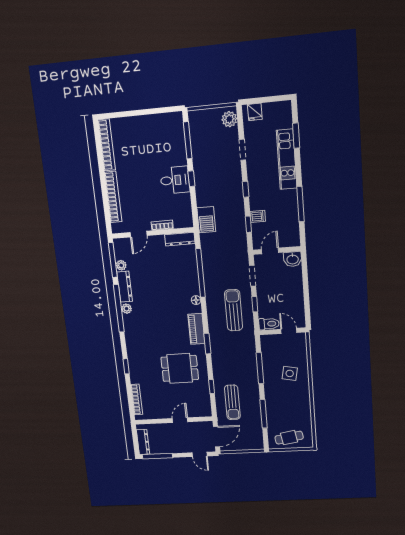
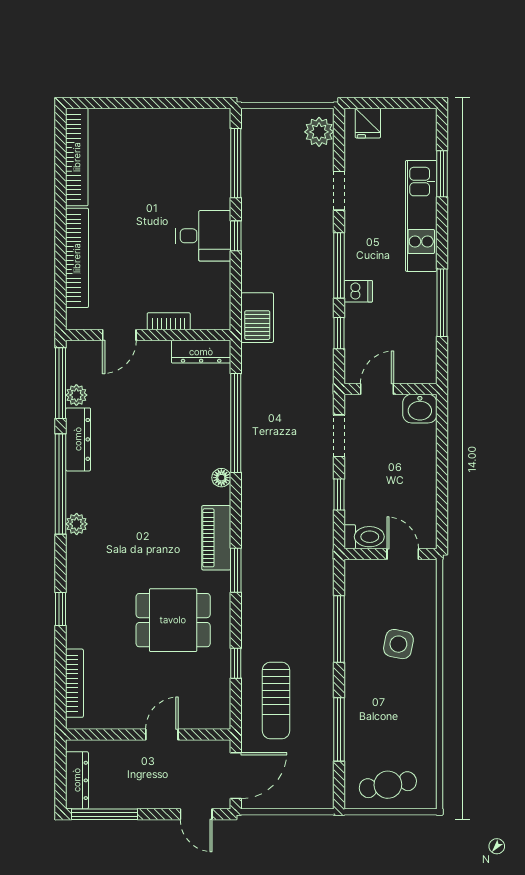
window: (246, 189) -> (339, 265), width x2.17
dishwasher: (258, 216) -> (358, 291), moved
plant: (127, 309) -> (77, 524), moved
sun lounger: (234, 310) -> (295, 504), removed

